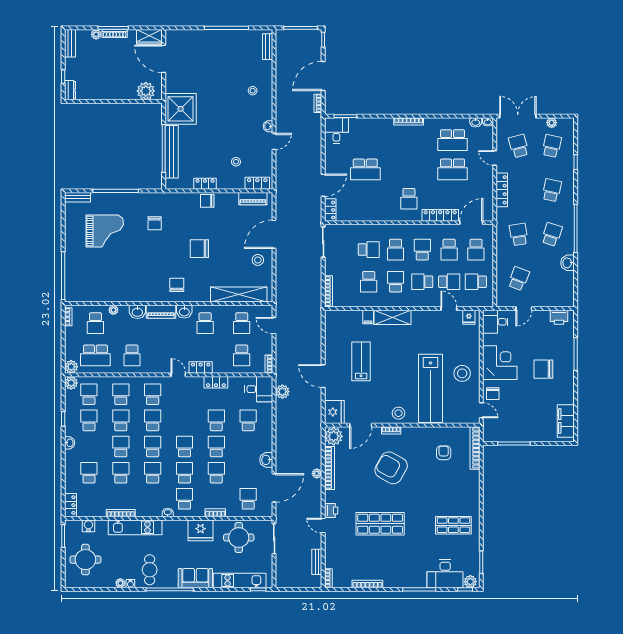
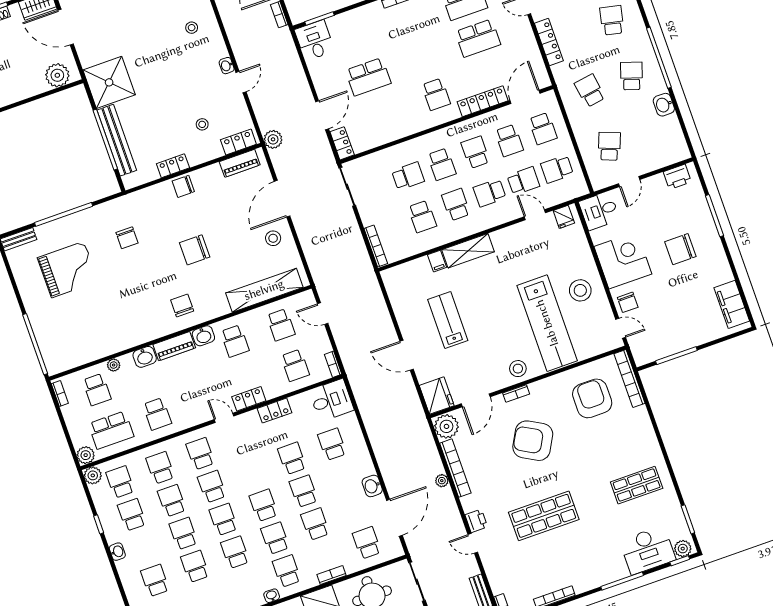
plant: (282, 392) -> (273, 139), moved
armchair: (444, 453) -> (592, 398), width x1.88, depth x1.88

